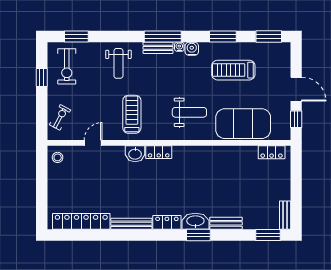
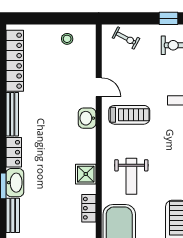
door: (93, 143) -> (99, 87), moved
locker: (159, 152) -> (89, 208), moved
shower: (187, 155) -> (86, 174), added
stool: (58, 157) -> (67, 39), moved

